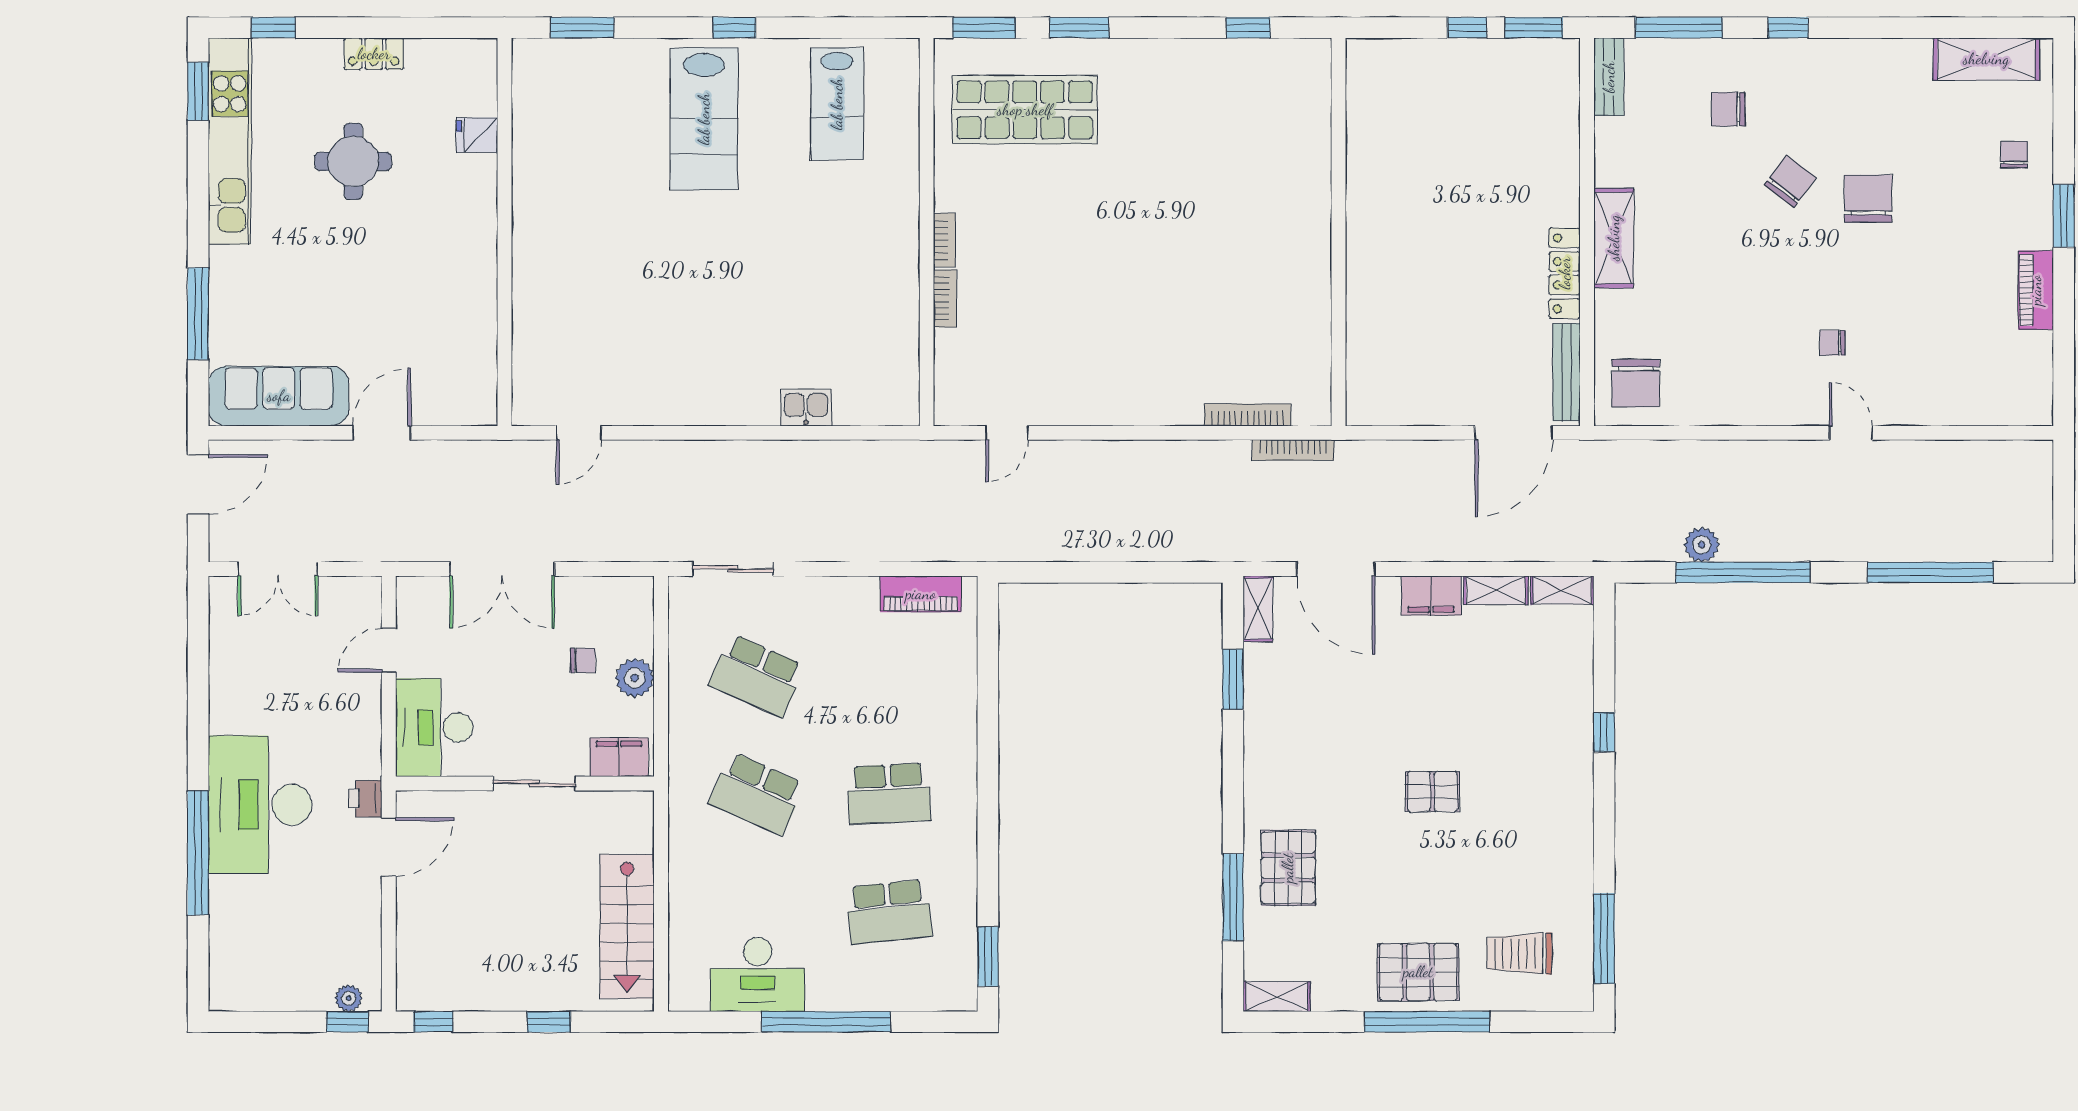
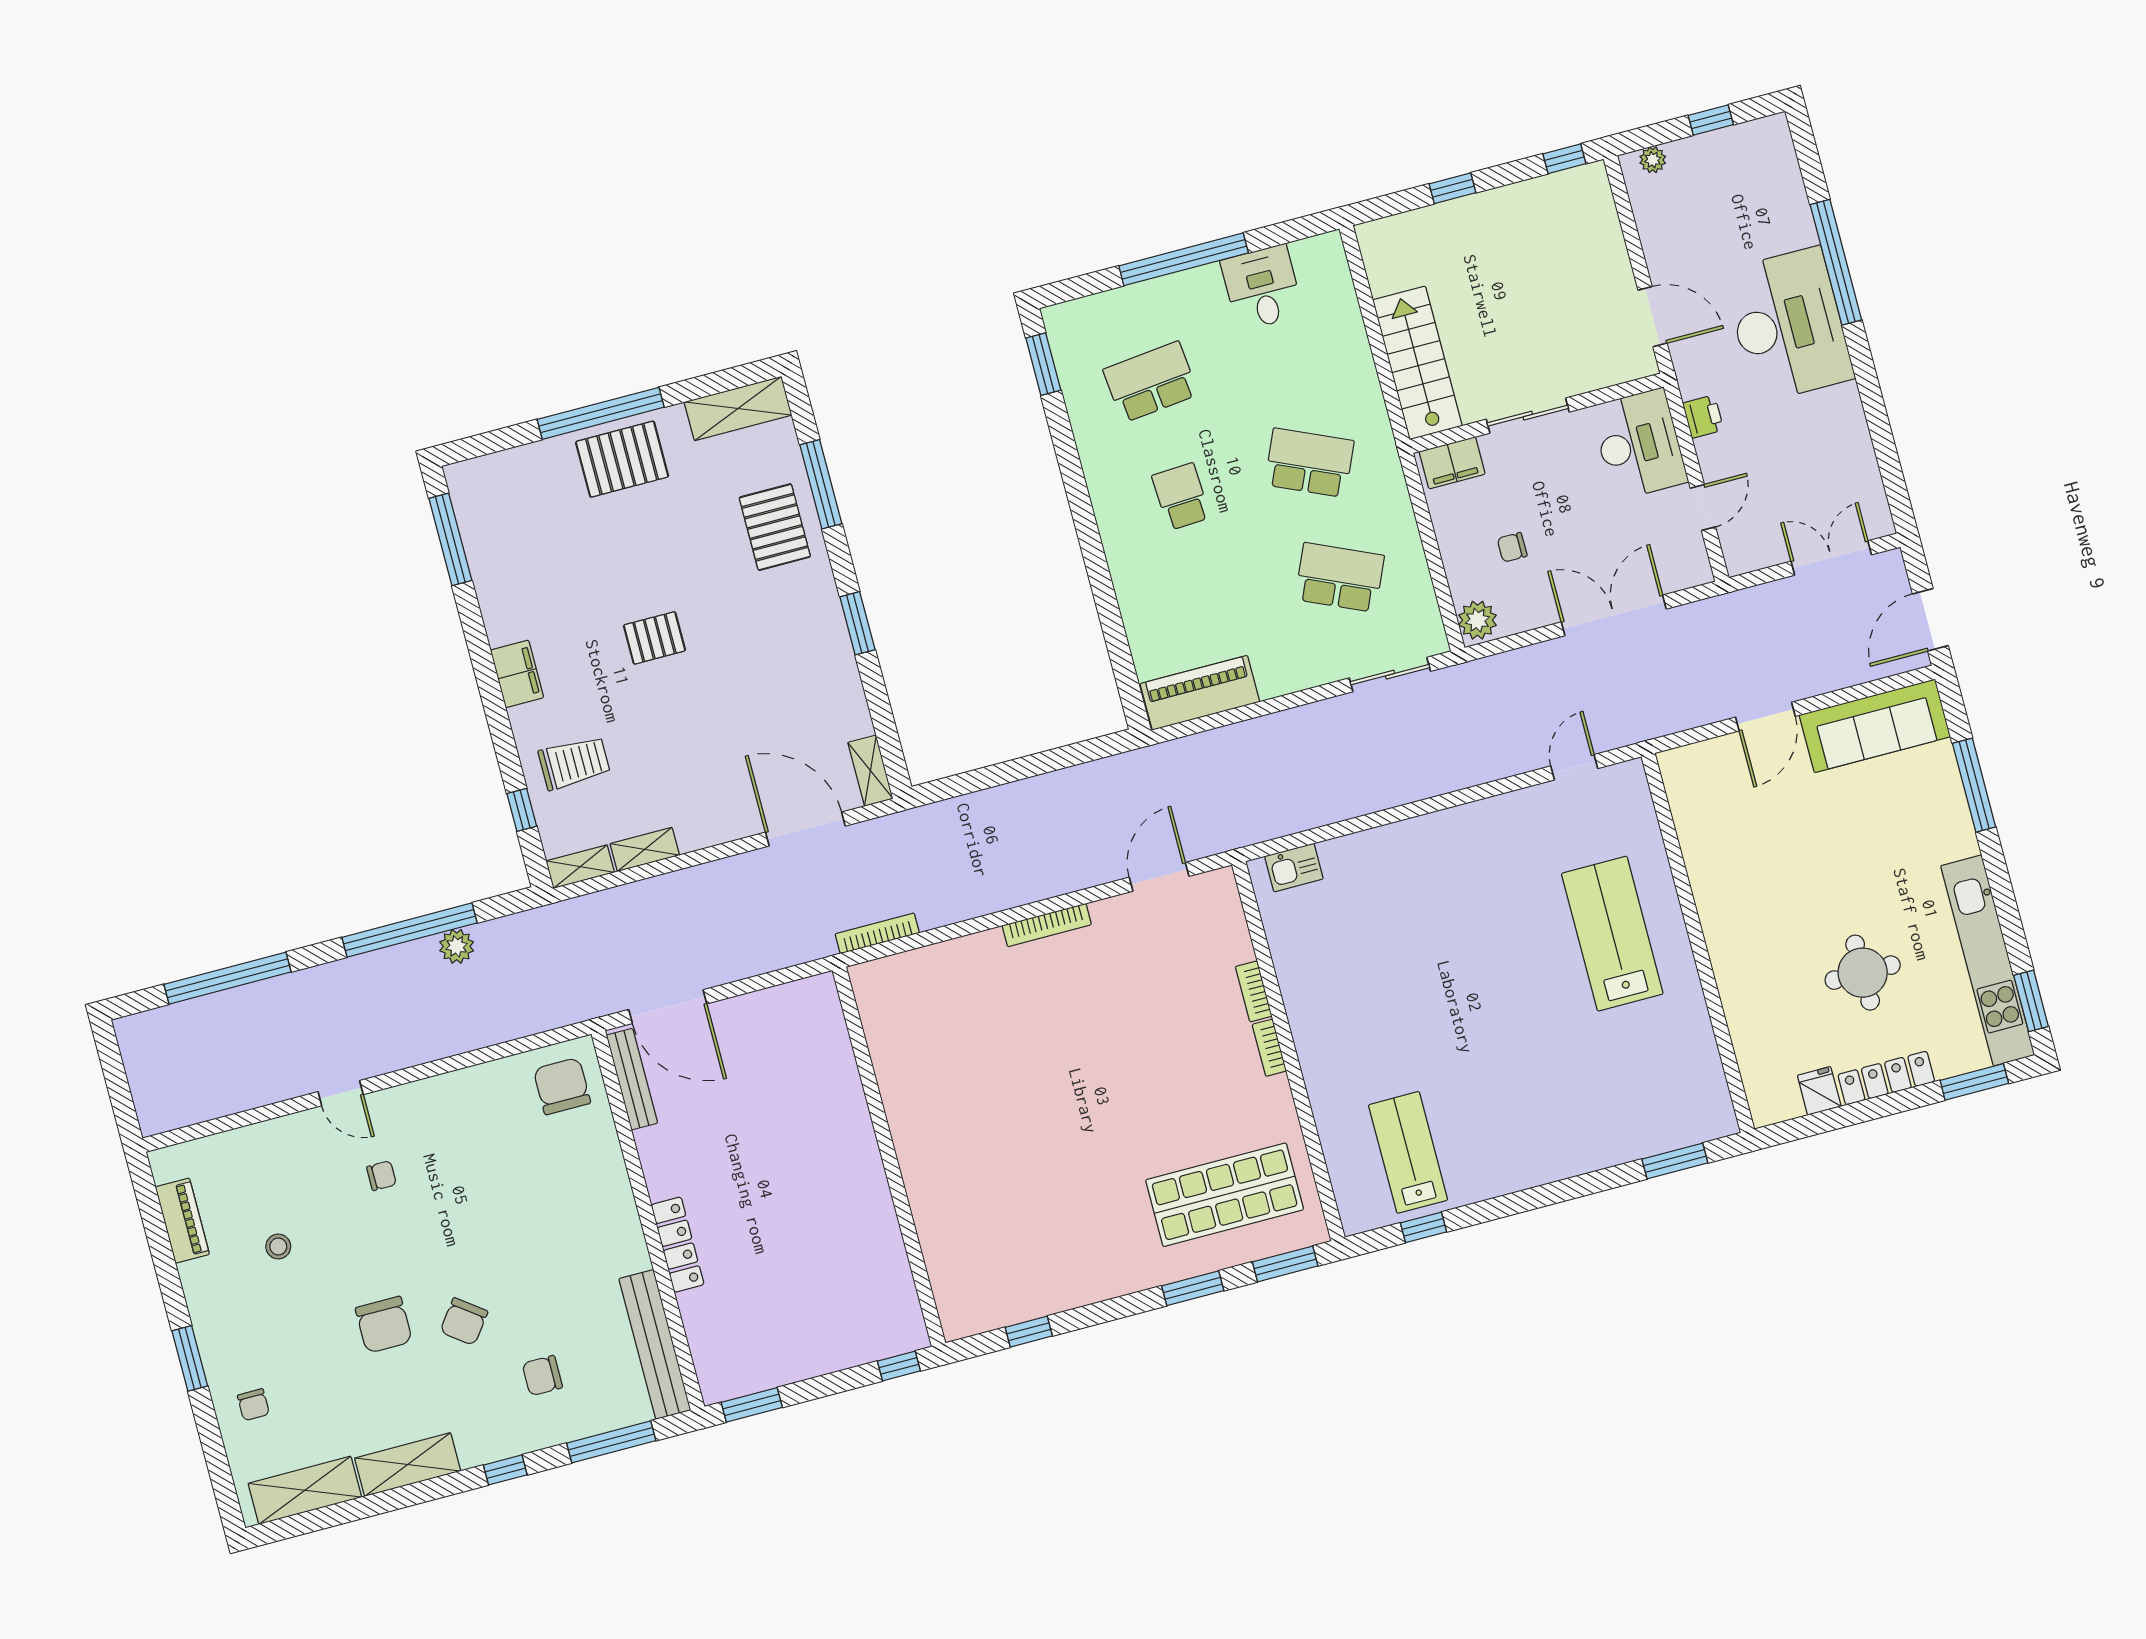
window: (273, 28) -> (1974, 1082), width x1.50
window: (734, 28) -> (1423, 1227), moved
window: (1467, 28) -> (899, 1366), moved
locker: (374, 54) -> (1886, 1078), width x1.53
bench: (1609, 77) -> (655, 1344), width x1.86, depth x1.21
chair: (1728, 109) -> (542, 1376), turned 180
lab bench: (704, 119) -> (1612, 934), moved
fridge: (477, 135) -> (1819, 1091), moved, turned -90
shelving: (1614, 238) -> (408, 1465), moved, turned 90
locker: (1565, 273) -> (678, 1245), moved
piano: (2036, 290) -> (182, 1221), moved
stool: (1950, 301) -> (278, 1246), added
kitchen sink: (806, 407) -> (1294, 867), moved
bookcase: (1248, 415) -> (1047, 925), moved
door: (1007, 433) -> (1159, 877), width x1.38
door: (1514, 433) -> (668, 1007), swing flipped
piano: (921, 594) -> (1200, 693), width x1.37, depth x1.33
filing cabinet: (1431, 596) -> (517, 674), moved, turned 90
plant: (635, 678) -> (1477, 620), moved
window: (1233, 679) -> (857, 623), moved
window: (1604, 732) -> (522, 810), moved
school desk: (889, 794) -> (1181, 497), width x0.54
printer: (365, 799) -> (1703, 417), moved
door: (389, 847) -> (1652, 317), swing flipped
stairs: (627, 926) -> (1417, 363), moved
trolley: (1519, 953) -> (574, 763), moved
desk: (758, 974) -> (1262, 288), width x0.73
shelving: (1277, 996) -> (738, 408), width x1.50, depth x1.33
window: (347, 1022) -> (1711, 120), moved

